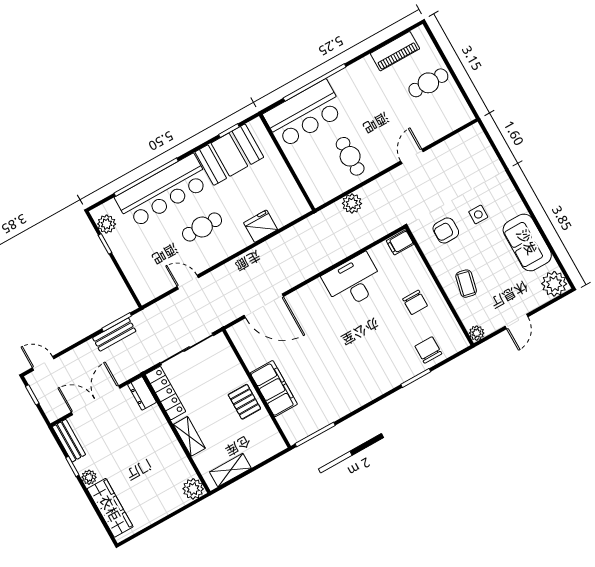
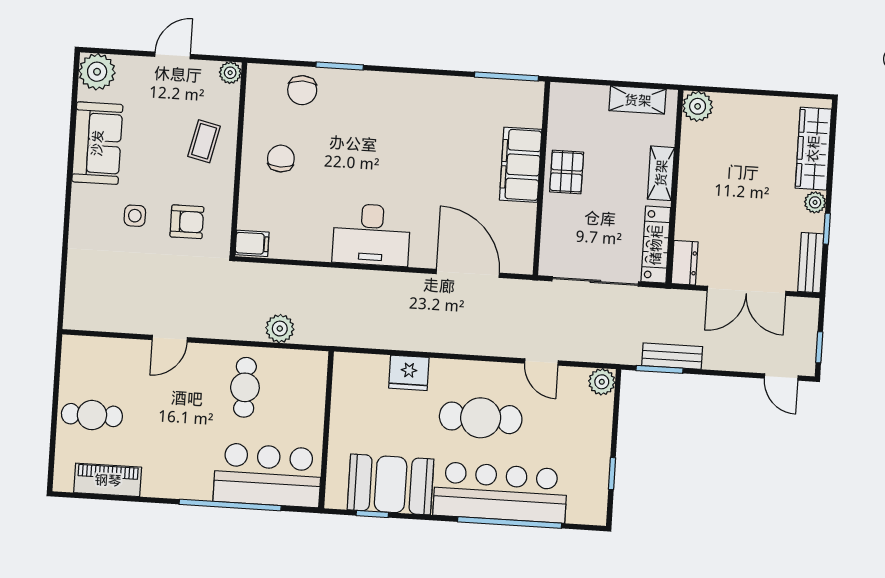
plant: (107, 224) -> (602, 382), moved
cafe table: (202, 227) -> (481, 418), width x1.37, depth x1.35
desk: (353, 281) -> (371, 235), moved

